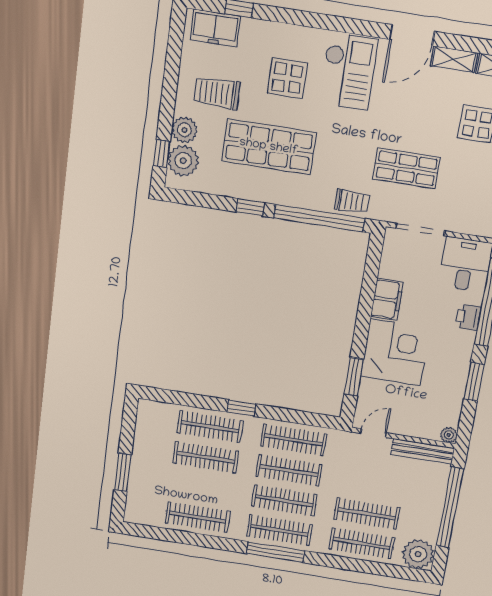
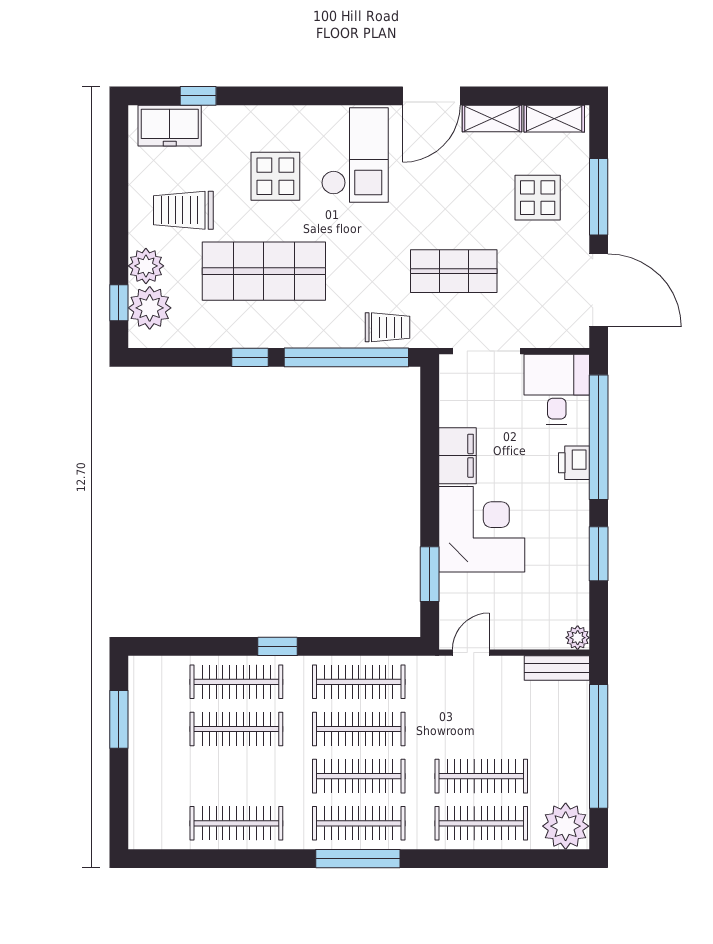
bench: (423, 451) -> (557, 668), width x0.73
window: (123, 472) -> (119, 719), moved

